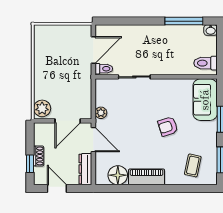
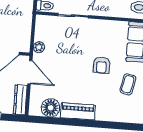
armchair: (168, 126) -> (102, 65), turned -72
coffee table: (193, 165) -> (128, 84), moved

